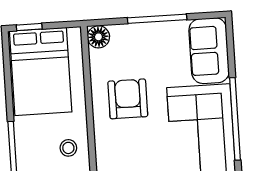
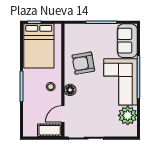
floor lamp: (98, 37) -> (70, 90), moved
armchair: (128, 99) -> (83, 63), turned -100

